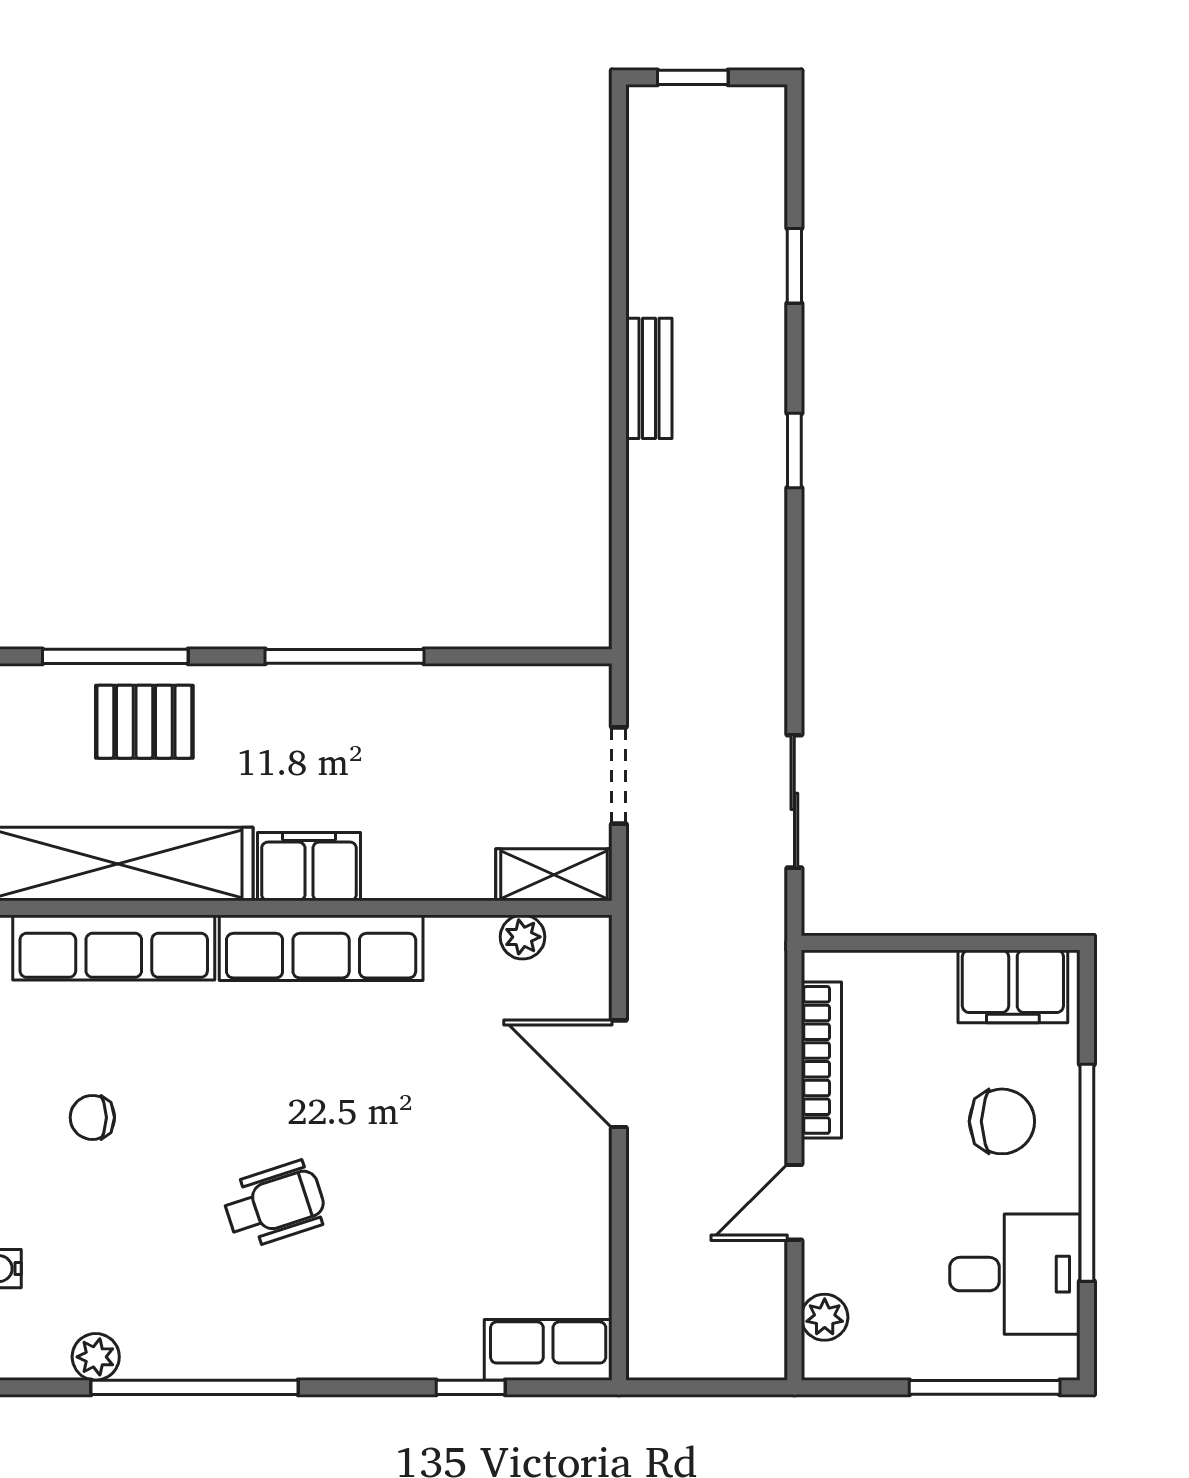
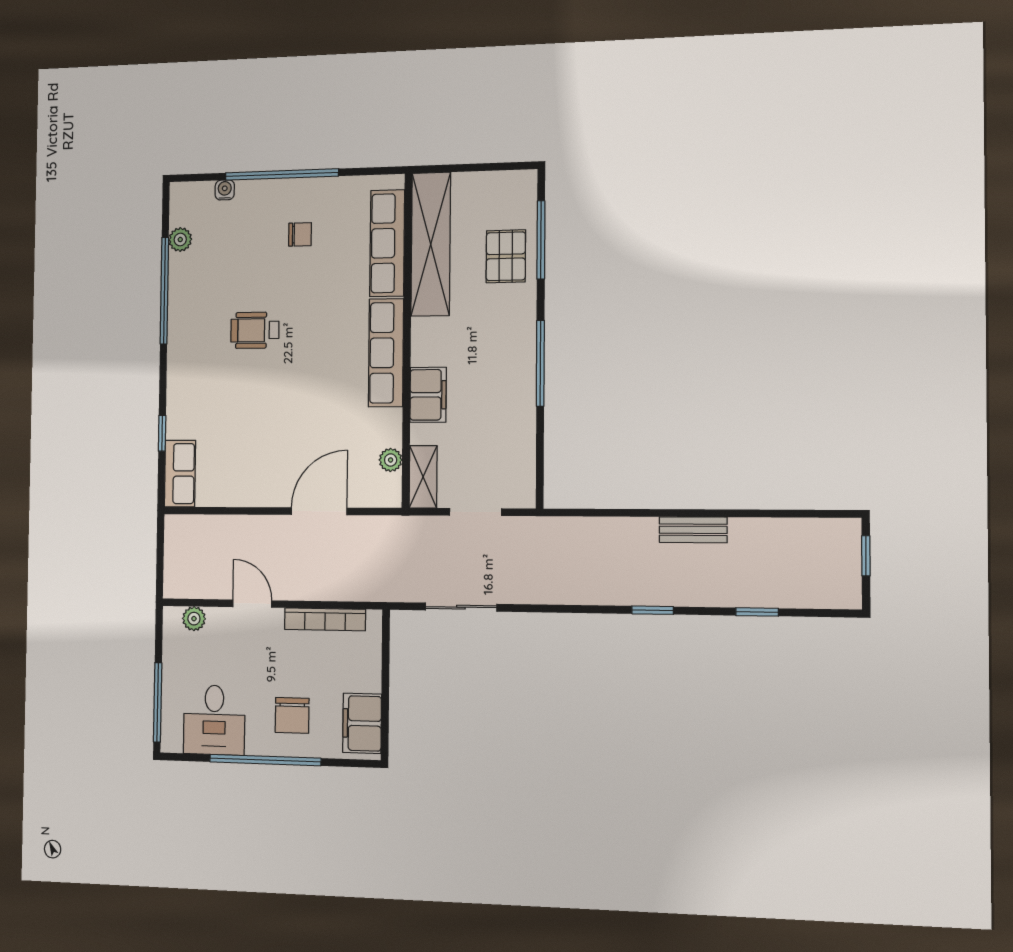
filing cabinet: (309, 867) -> (428, 395), moved
chair: (92, 1117) -> (300, 234), turned 90
wheelchair: (274, 1204) -> (255, 330), turned 108

